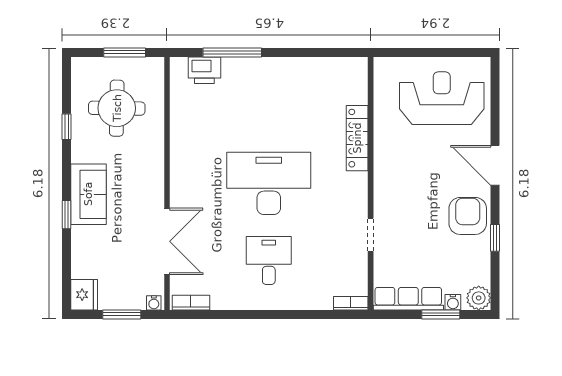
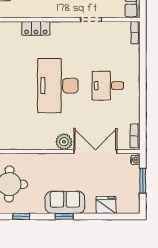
locker: (357, 138) -> (36, 28), width x0.66
plant: (182, 193) -> (64, 142), added
window: (67, 215) -> (64, 217), moved
fridge: (84, 295) -> (106, 205), moved

